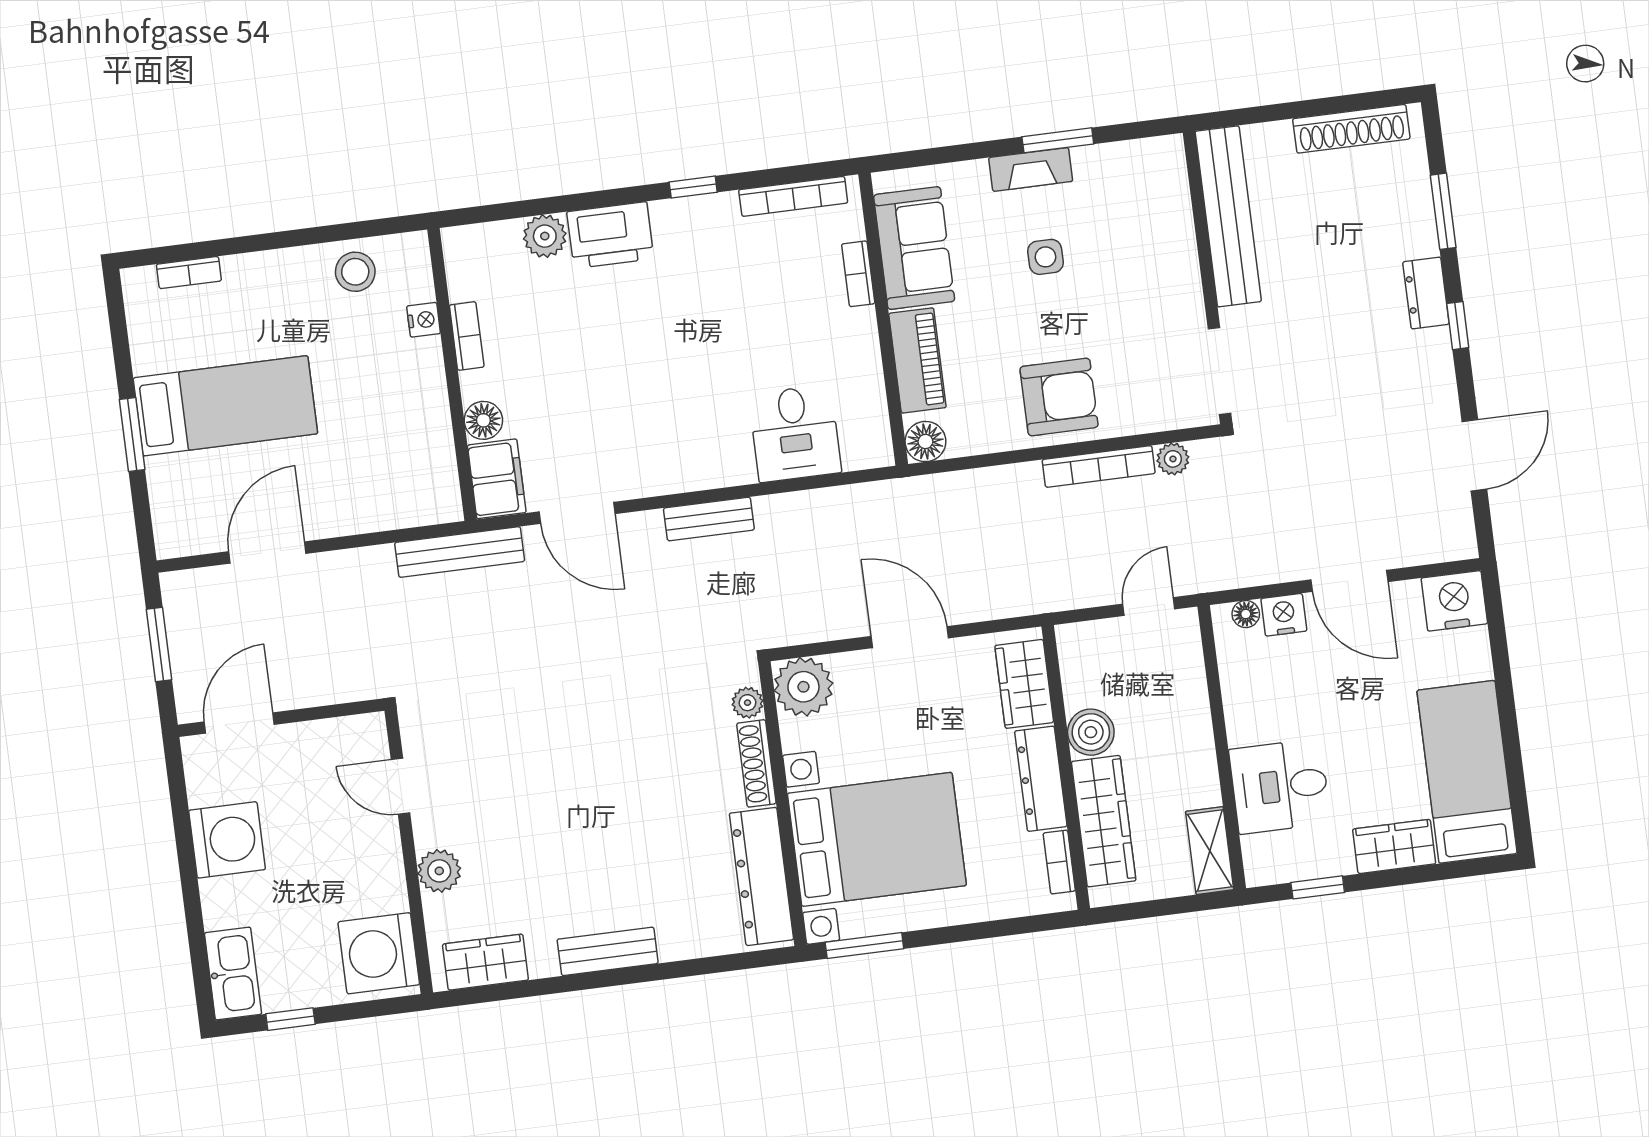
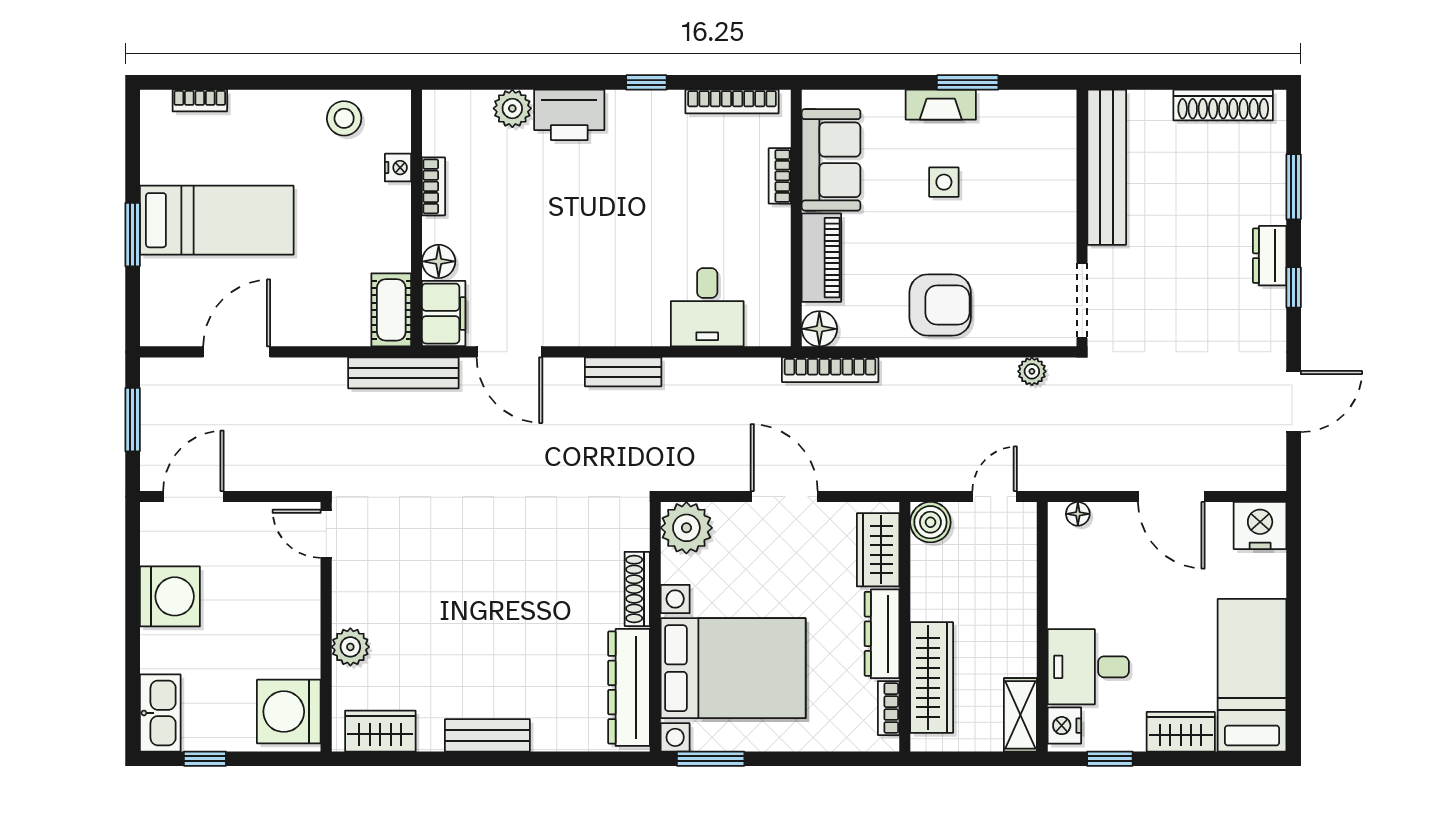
bookcase: (1099, 466) -> (830, 370), moved
cot: (437, 482) -> (391, 310), added
nightstand: (1284, 615) -> (1064, 726), moved, turned -90
plant: (748, 703) -> (636, 535), removed
boiler: (1091, 732) -> (930, 522), moved
door: (400, 786) -> (326, 534), moved

